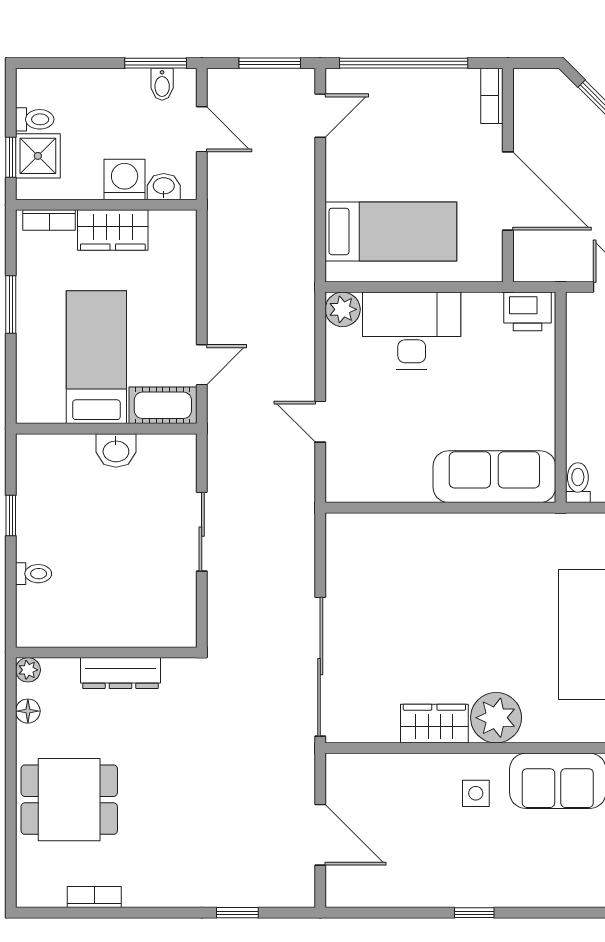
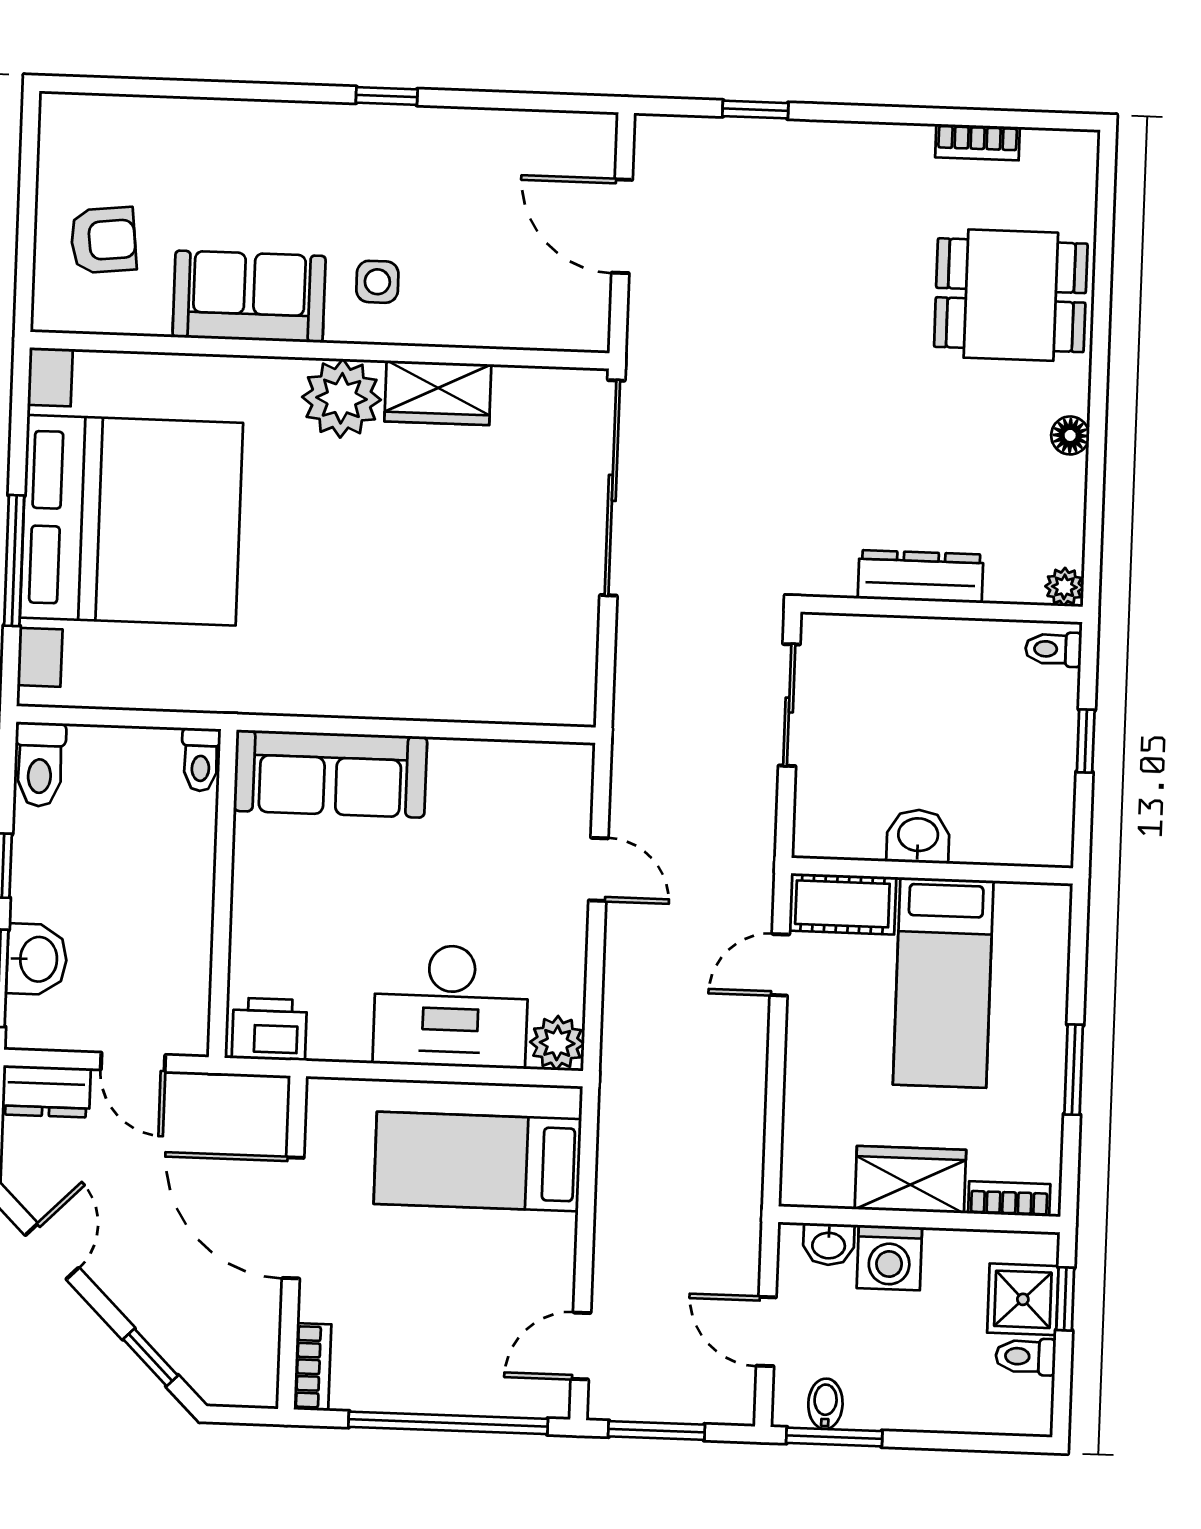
wall: (106, 653) -> (942, 609), moved
plant: (28, 670) -> (1064, 587), moved
dresser: (120, 673) -> (921, 576), moved

